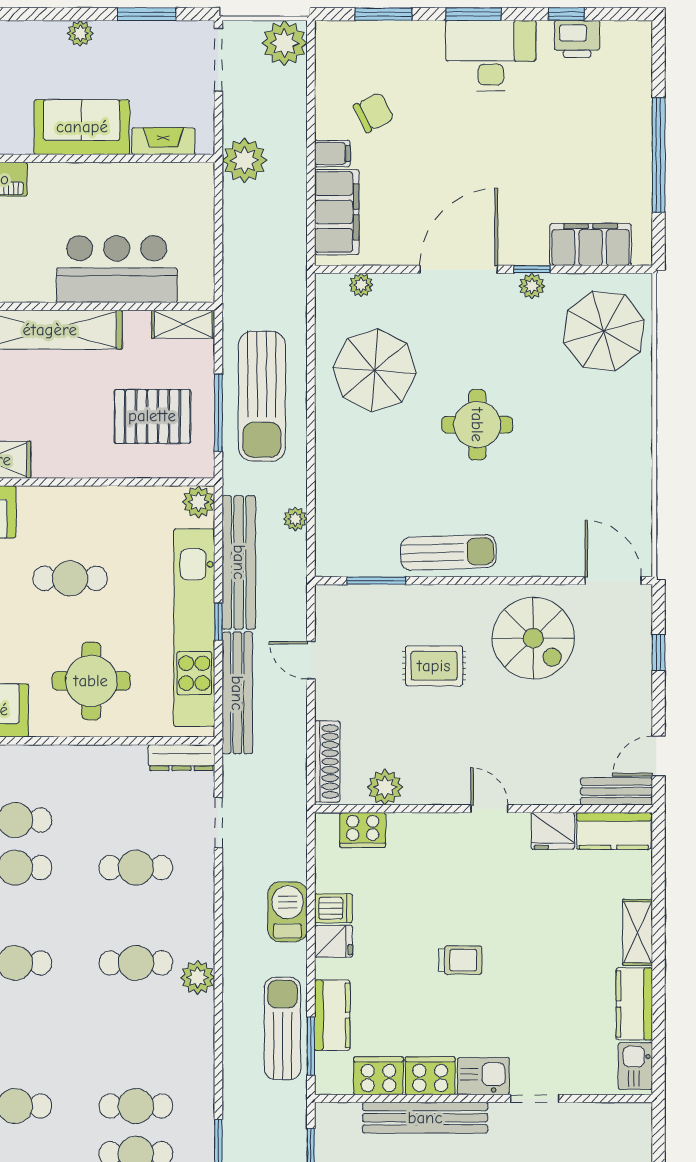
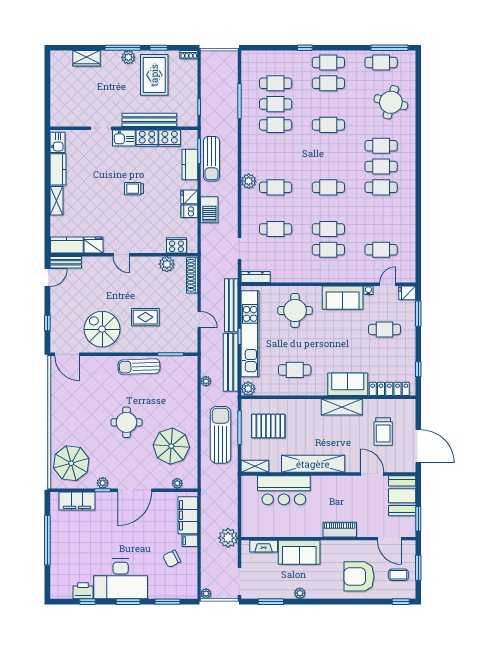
plant: (284, 43) -> (206, 594), width x0.53, depth x0.53
desk: (491, 56) -> (121, 579), width x1.36, depth x1.30
cafe table: (70, 578) -> (295, 370), moved

